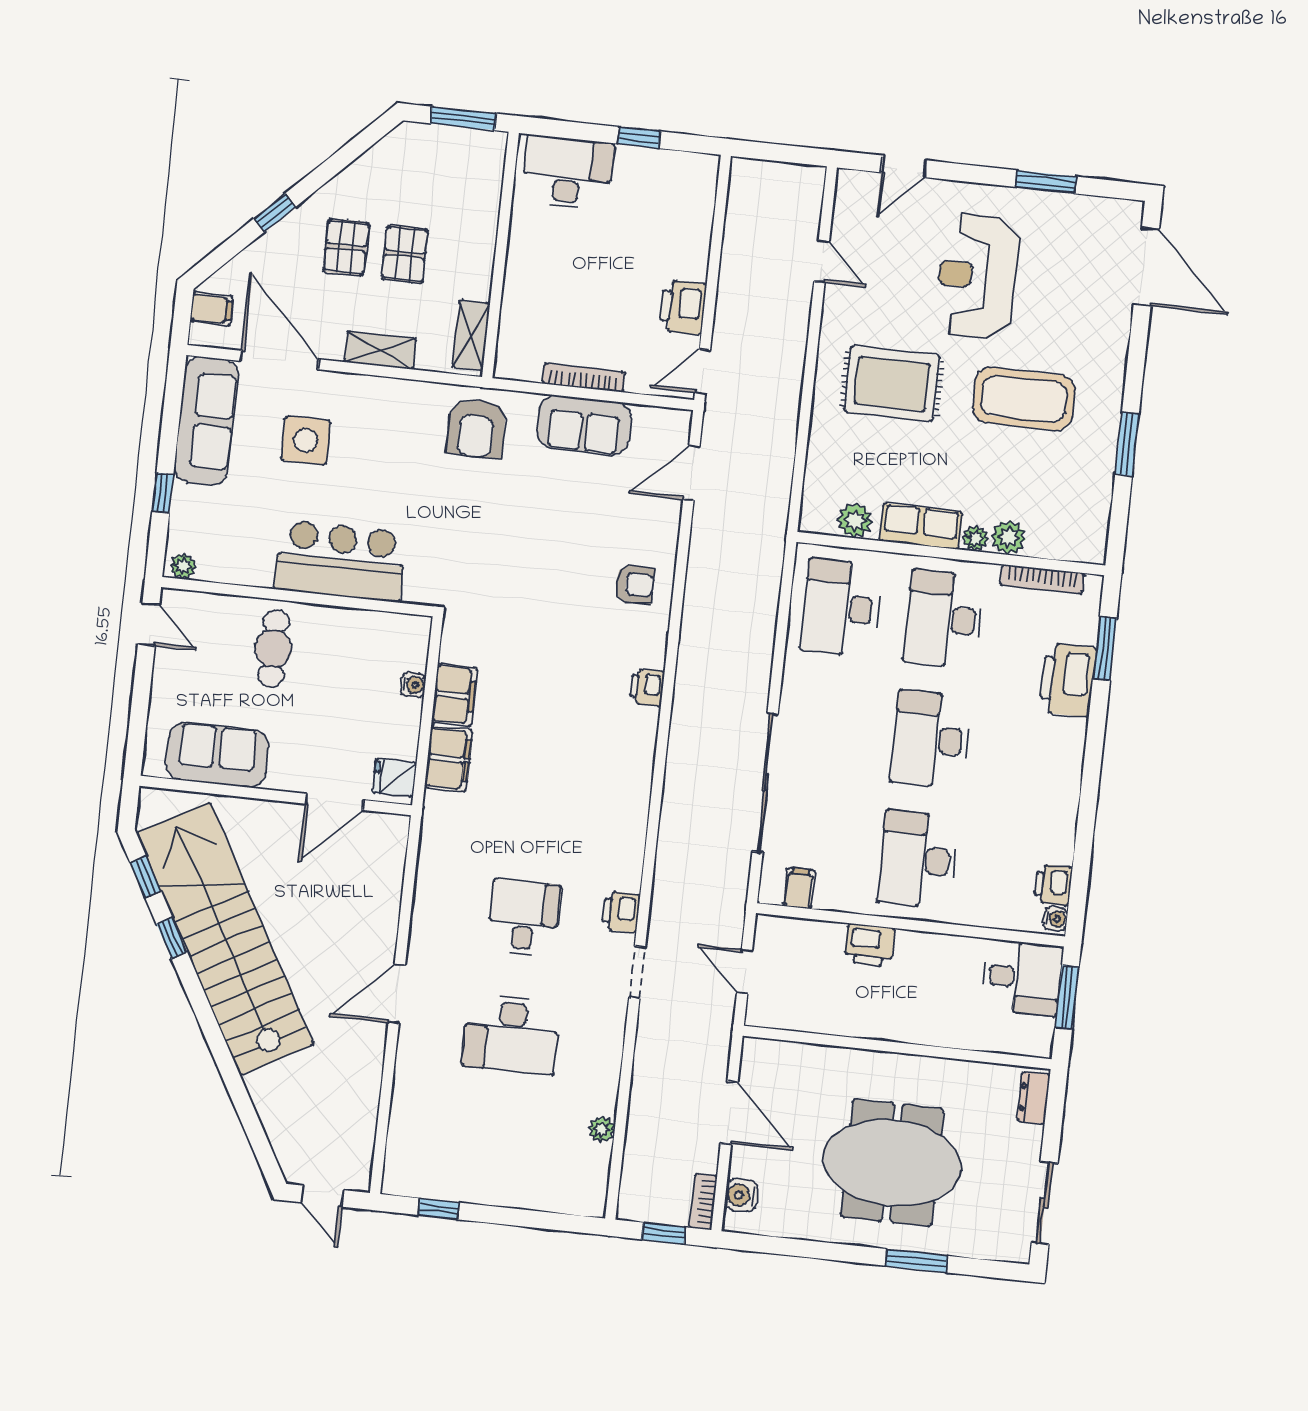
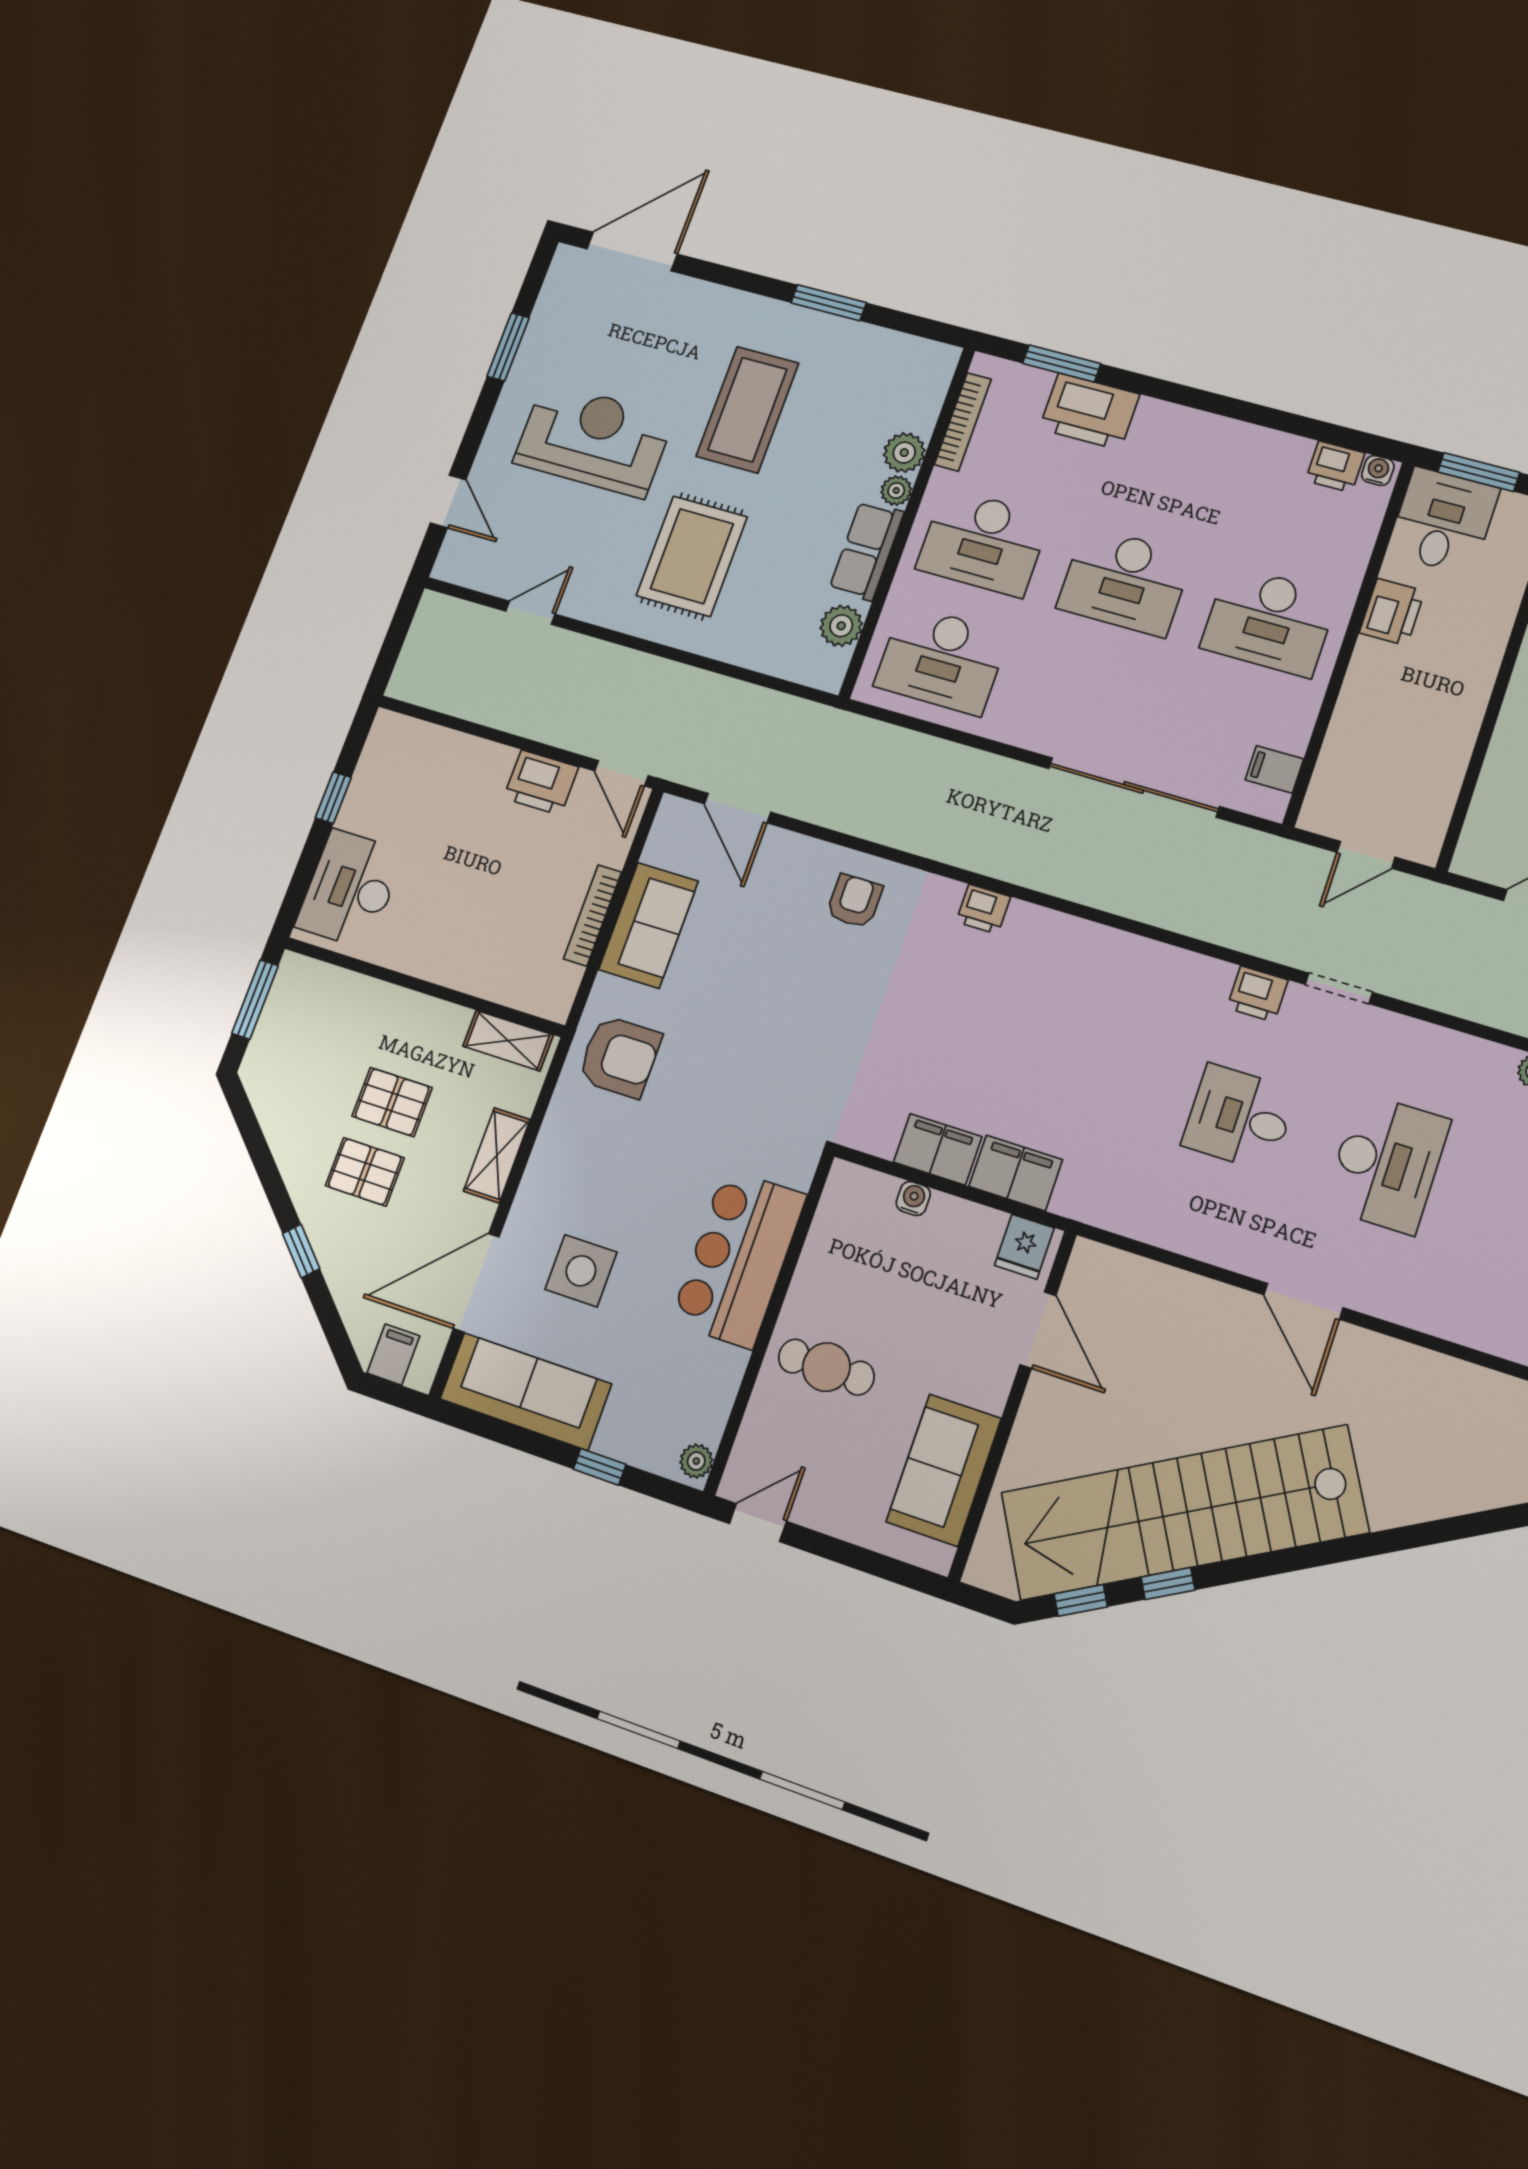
reception desk: (977, 276) -> (594, 440), turned 180
printer: (869, 945) -> (1392, 612), moved

